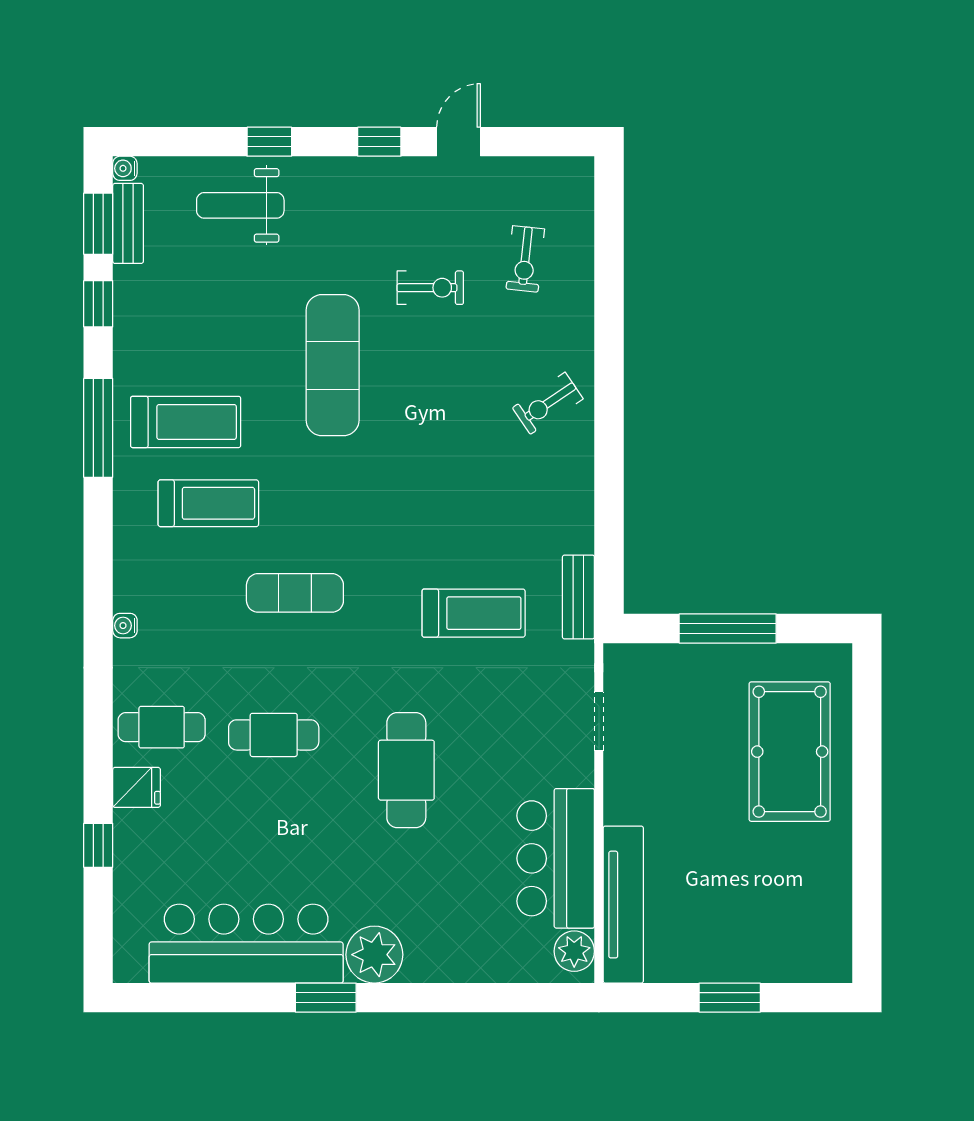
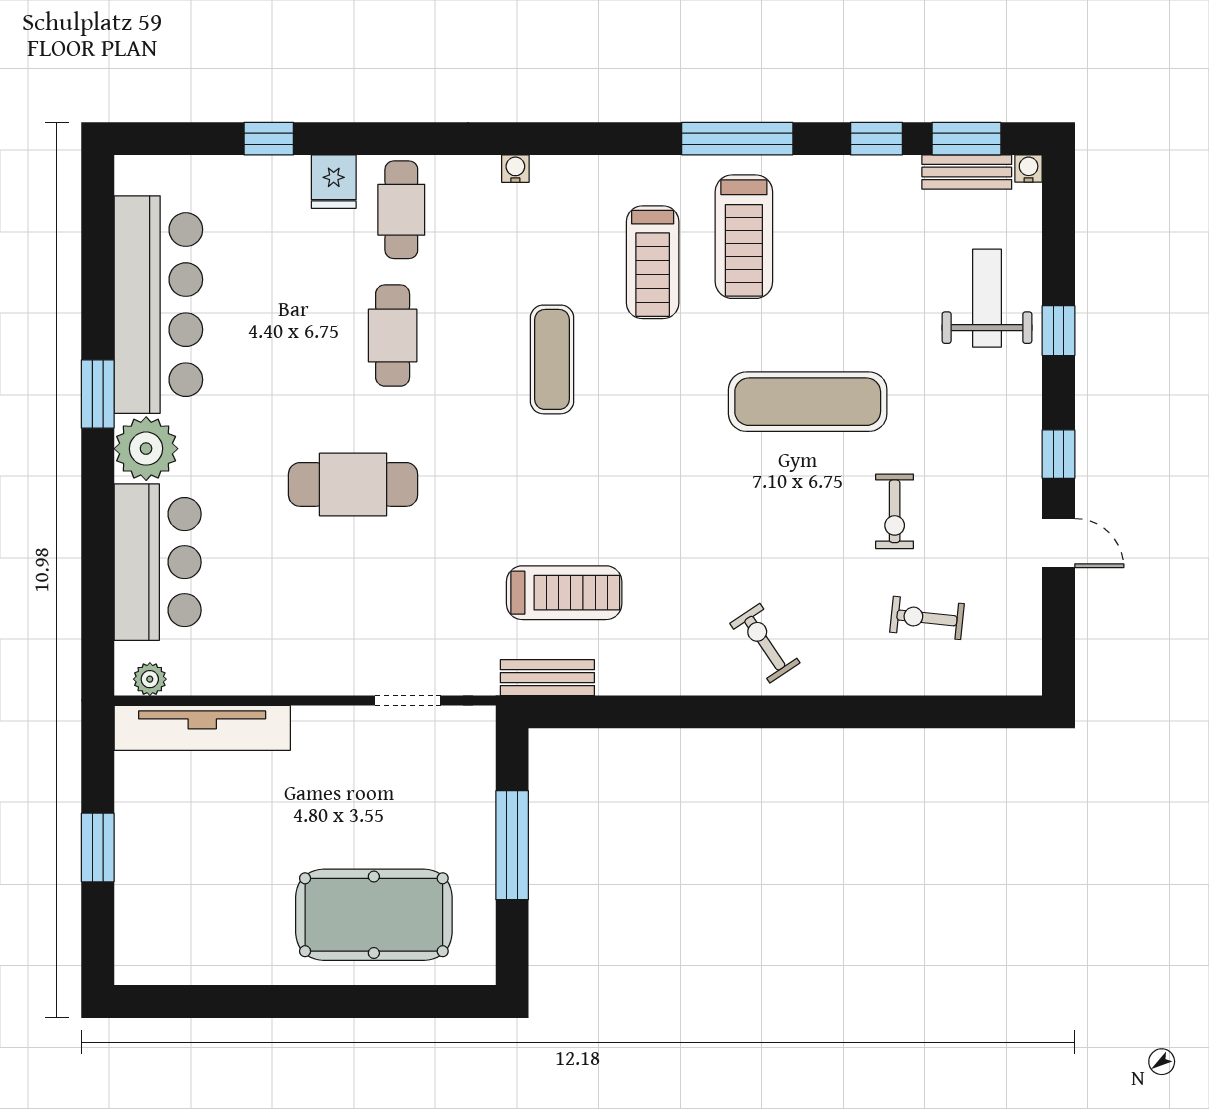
treadmill: (474, 613) -> (564, 593), moved, turned -90
bar counter: (556, 858) -> (158, 562), moved, turned 90
plant: (574, 951) -> (150, 679), width x0.73, depth x0.73

